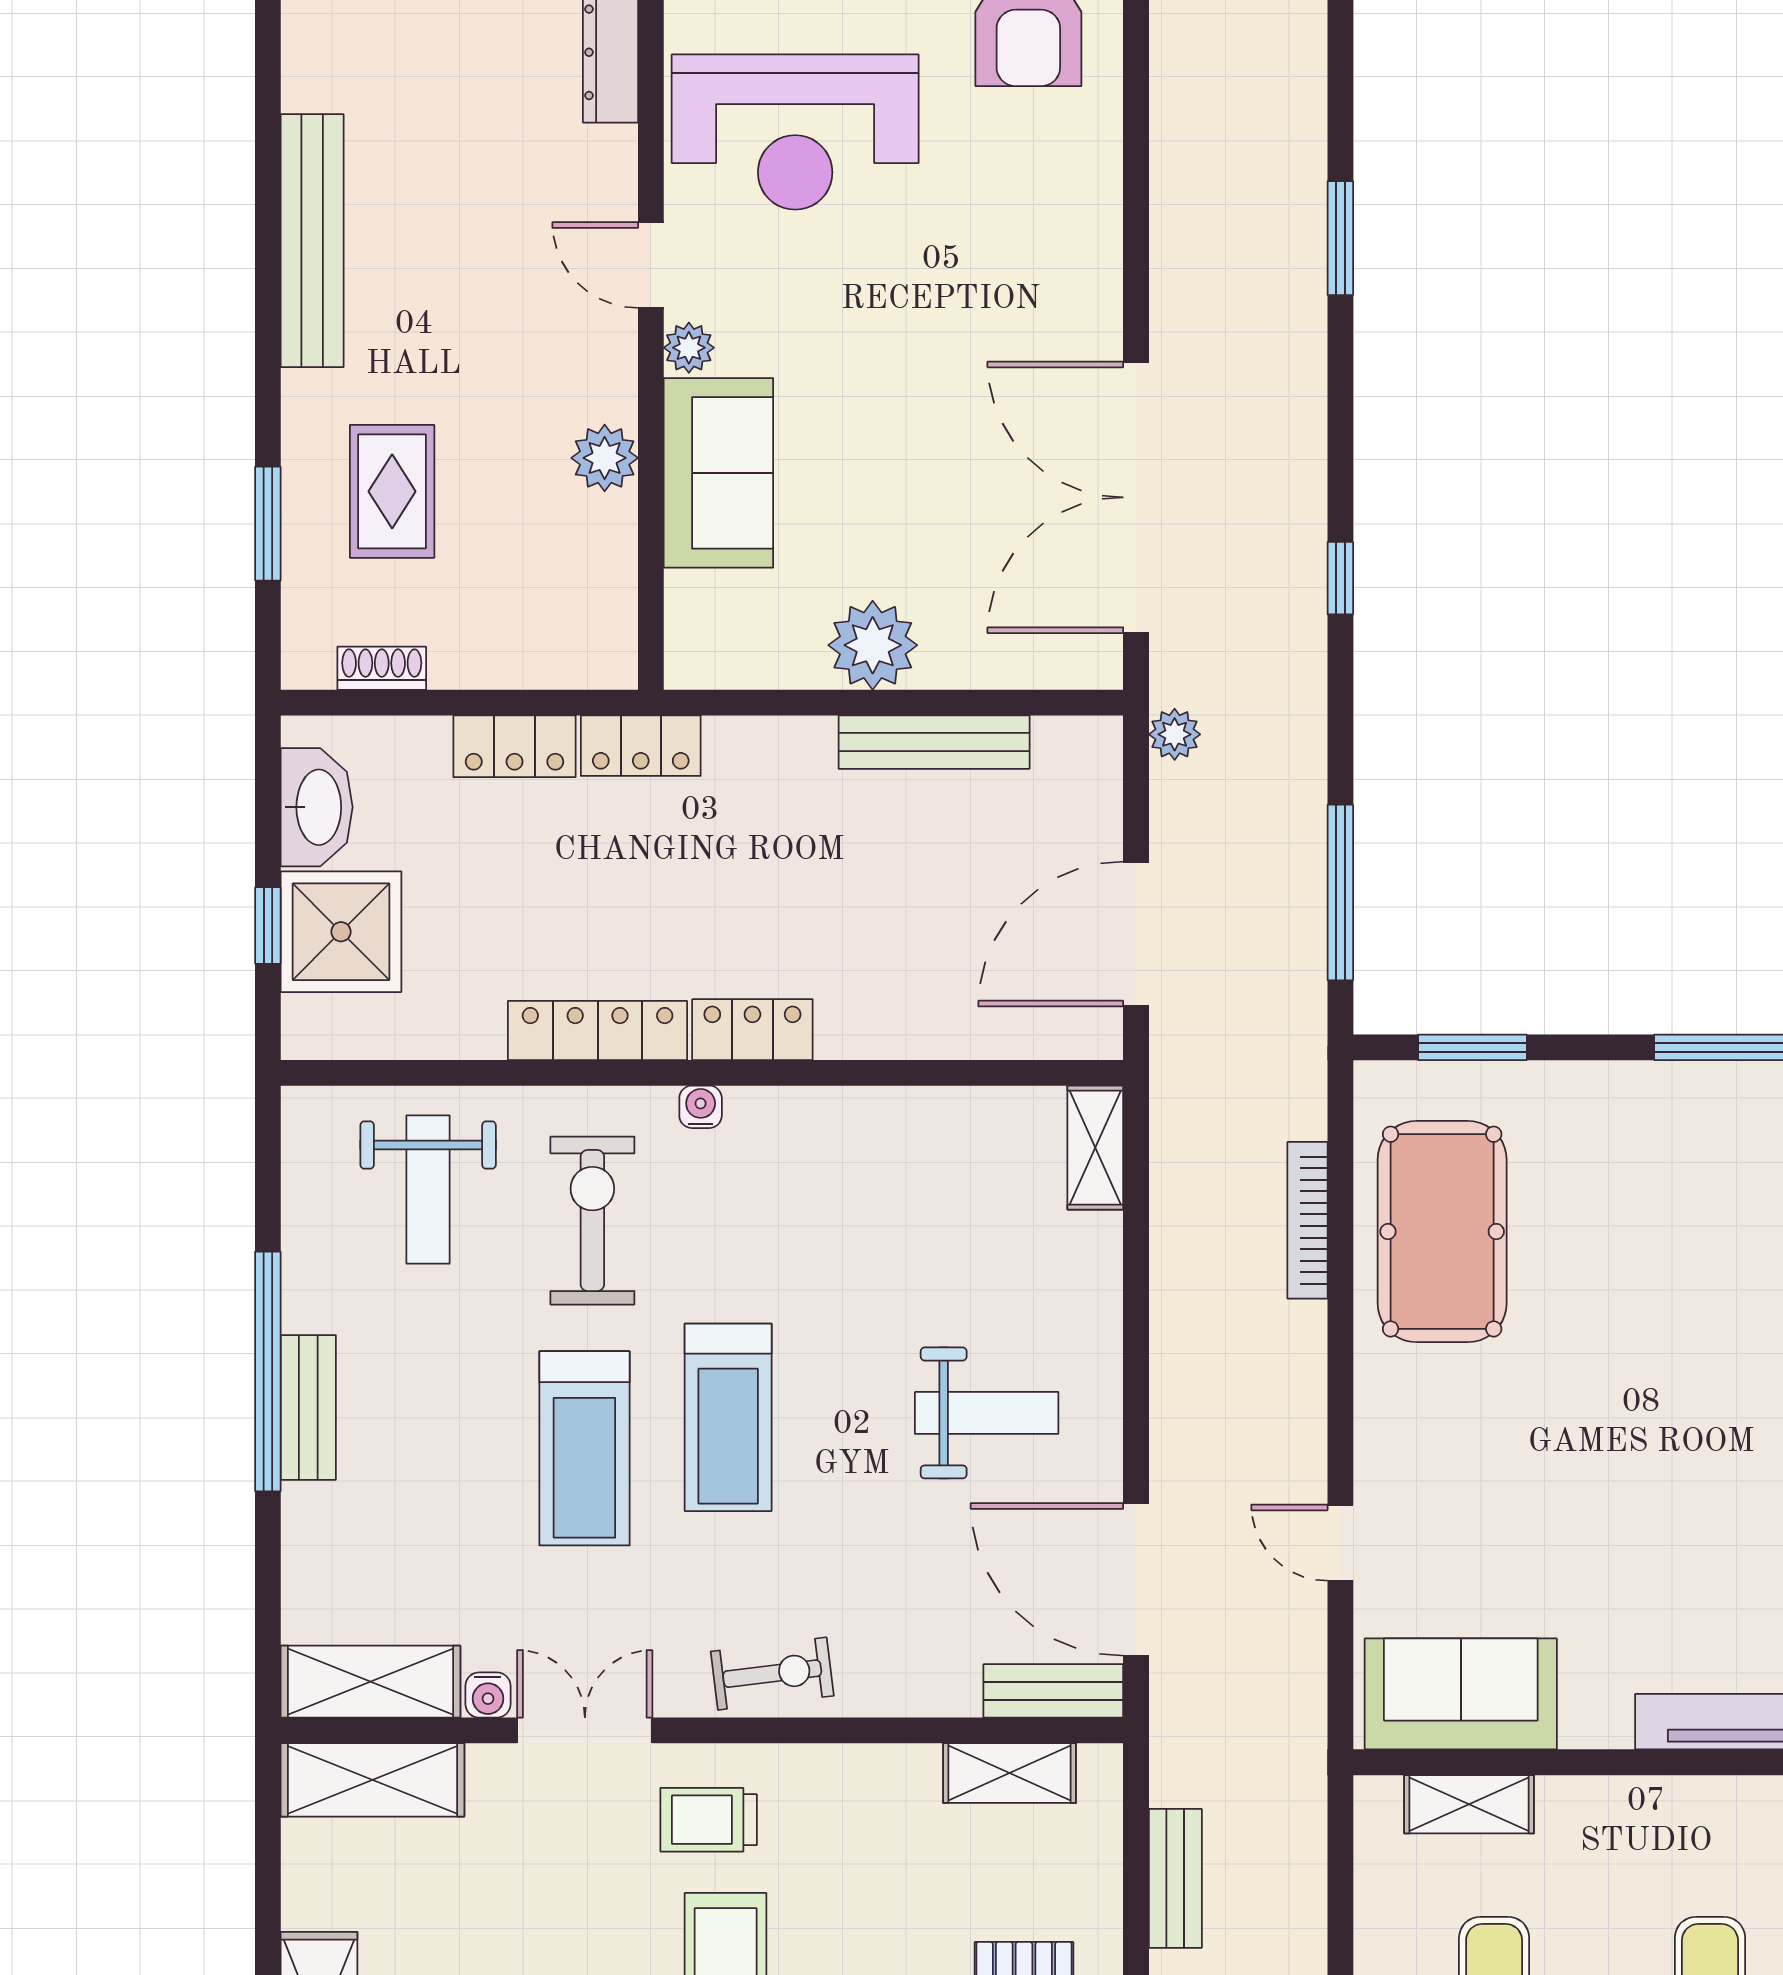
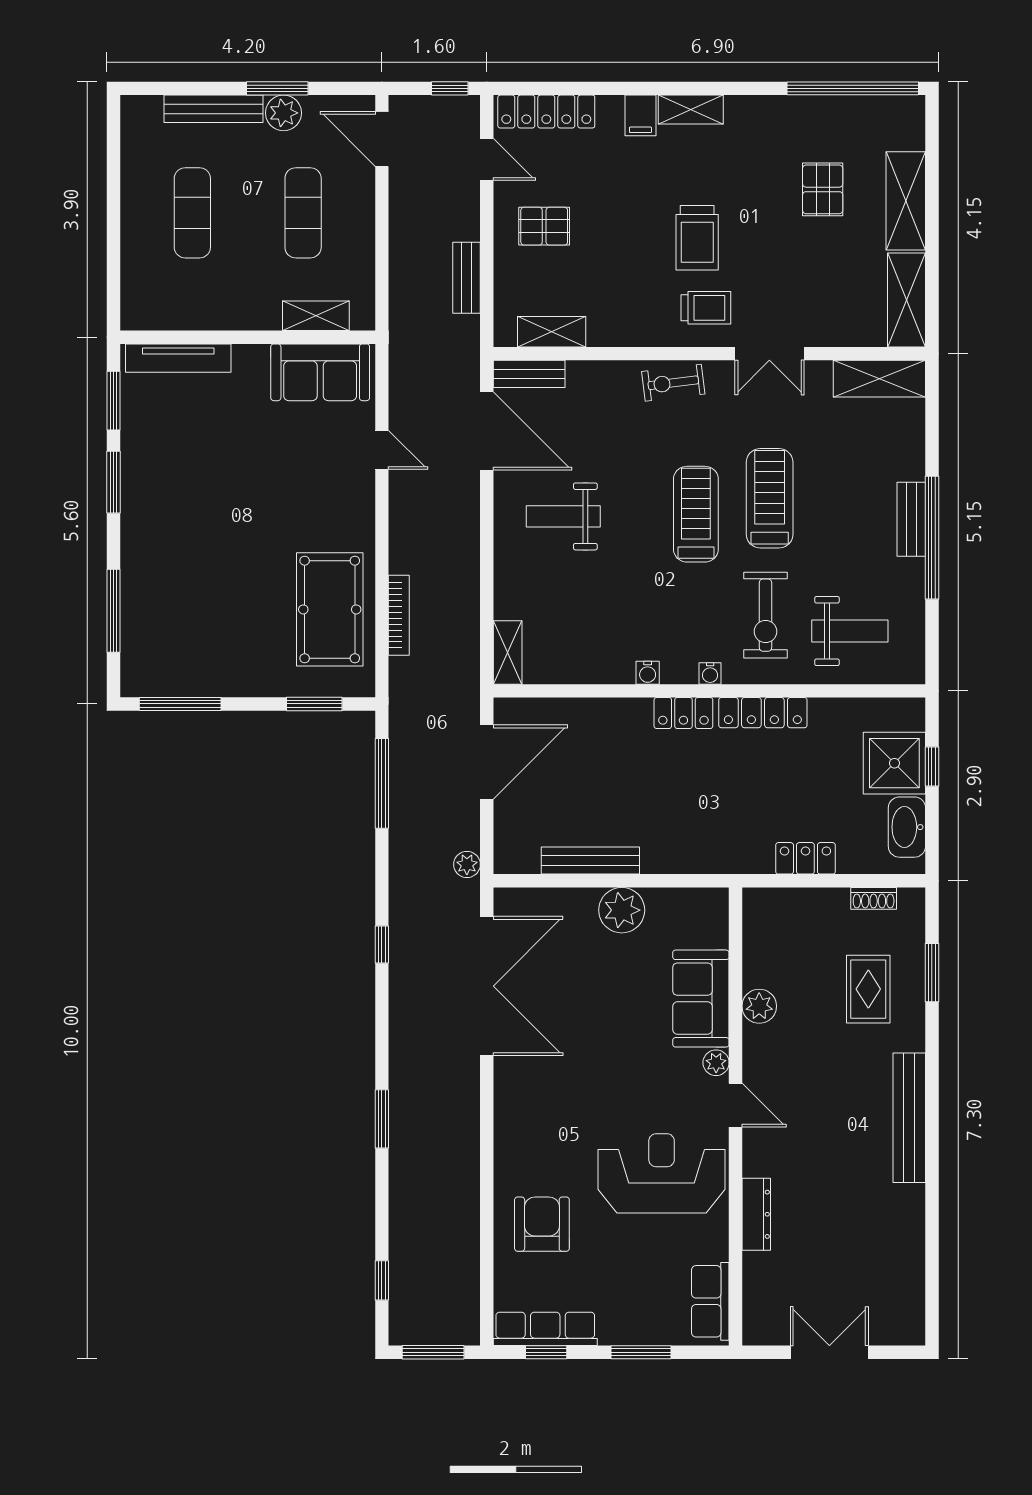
locker: (641, 746) -> (741, 859), removed
weight bench: (428, 1190) -> (850, 631), turned 90
water cooler: (488, 1695) -> (648, 673), moved, turned 180
shelving: (372, 1780) -> (907, 300), moved, turned 90

